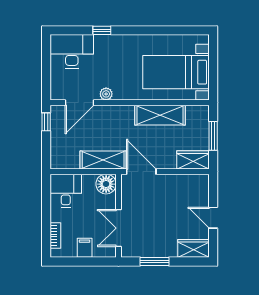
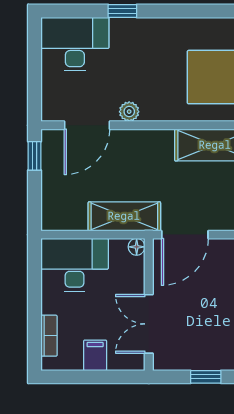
door: (141, 172) -> (185, 235), swing flipped
floor lamp: (106, 184) -> (137, 247), width x0.53, depth x0.53
desk: (66, 191) -> (75, 265), width x1.37
window: (154, 262) -> (206, 377), width x0.67

